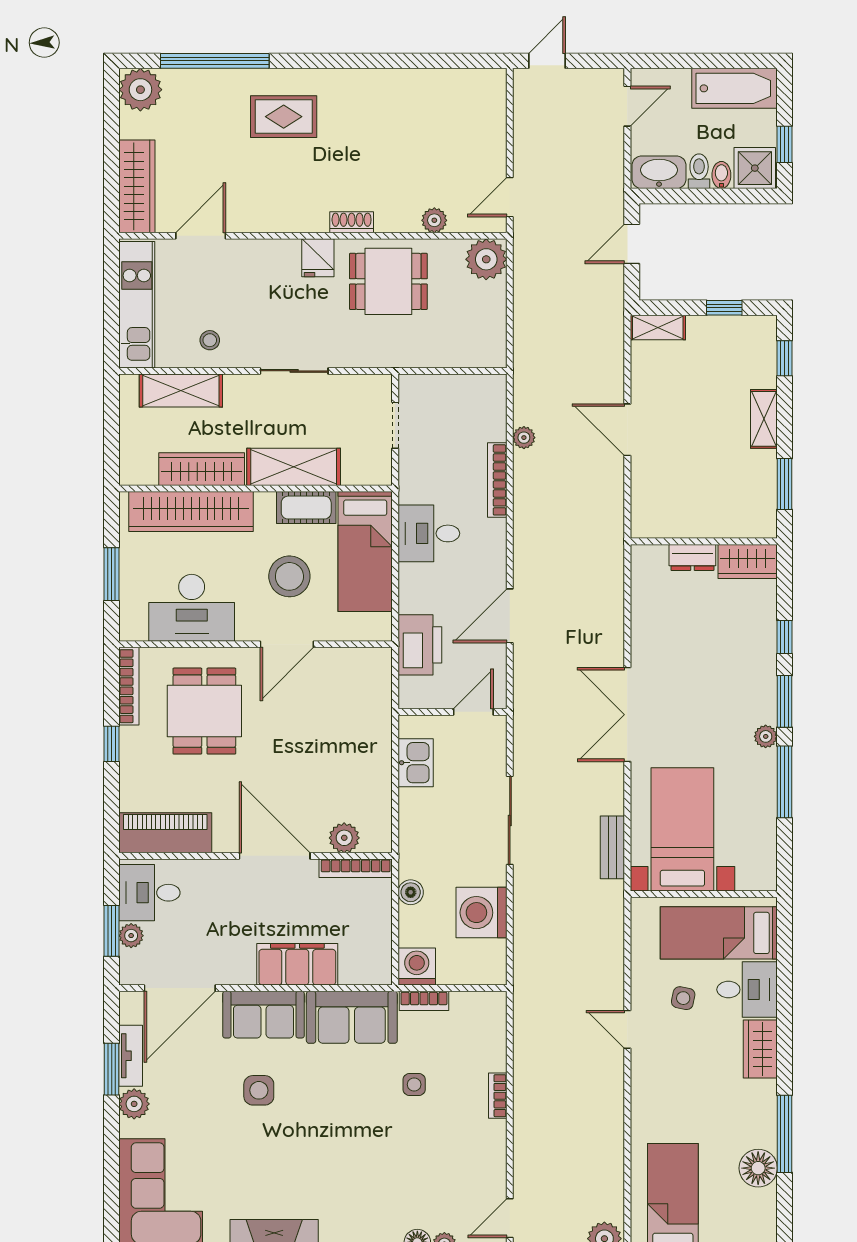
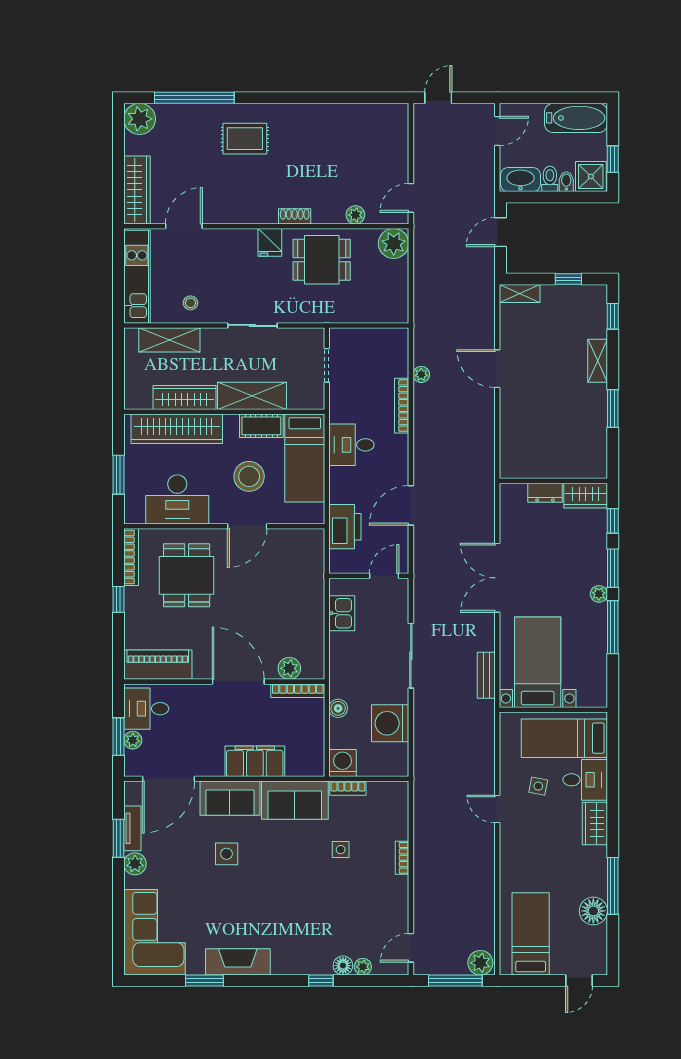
wall: (704, 541) -> (553, 481), moved
dresser: (692, 557) -> (545, 493), moved
wardrobe: (748, 562) -> (586, 496), moved

